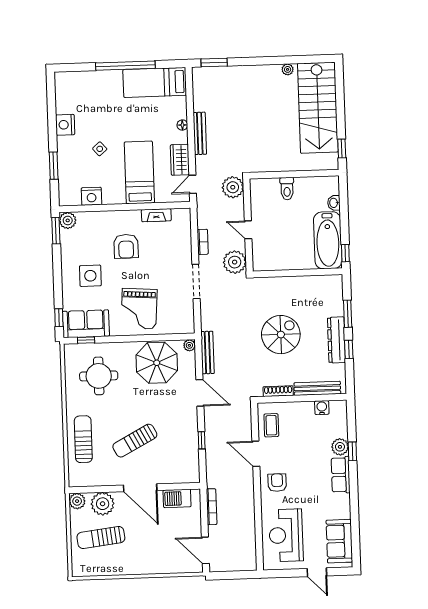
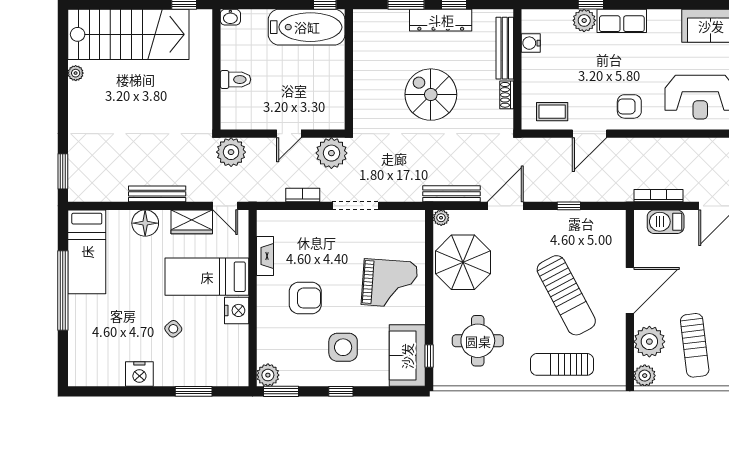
floor lamp: (182, 125) -> (145, 223), width x1.89, depth x1.89
nightstand: (91, 196) -> (237, 310), moved
washbasin: (334, 203) -> (230, 17), moved
window: (59, 318) -> (341, 391), moved
shoe rack: (278, 391) -> (507, 95), width x0.70
sun lounger: (135, 441) -> (566, 295), width x1.36, depth x1.34
barbecue: (177, 498) -> (666, 222), moved, turned 90

